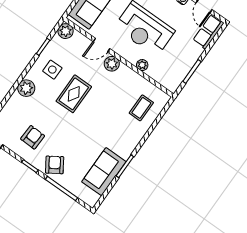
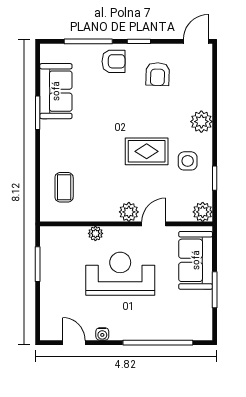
row of seats: (208, 32) -> (50, 319), removed
rug: (74, 94) -> (147, 151), turned 90
armchair: (55, 165) -> (113, 61), turned -57

